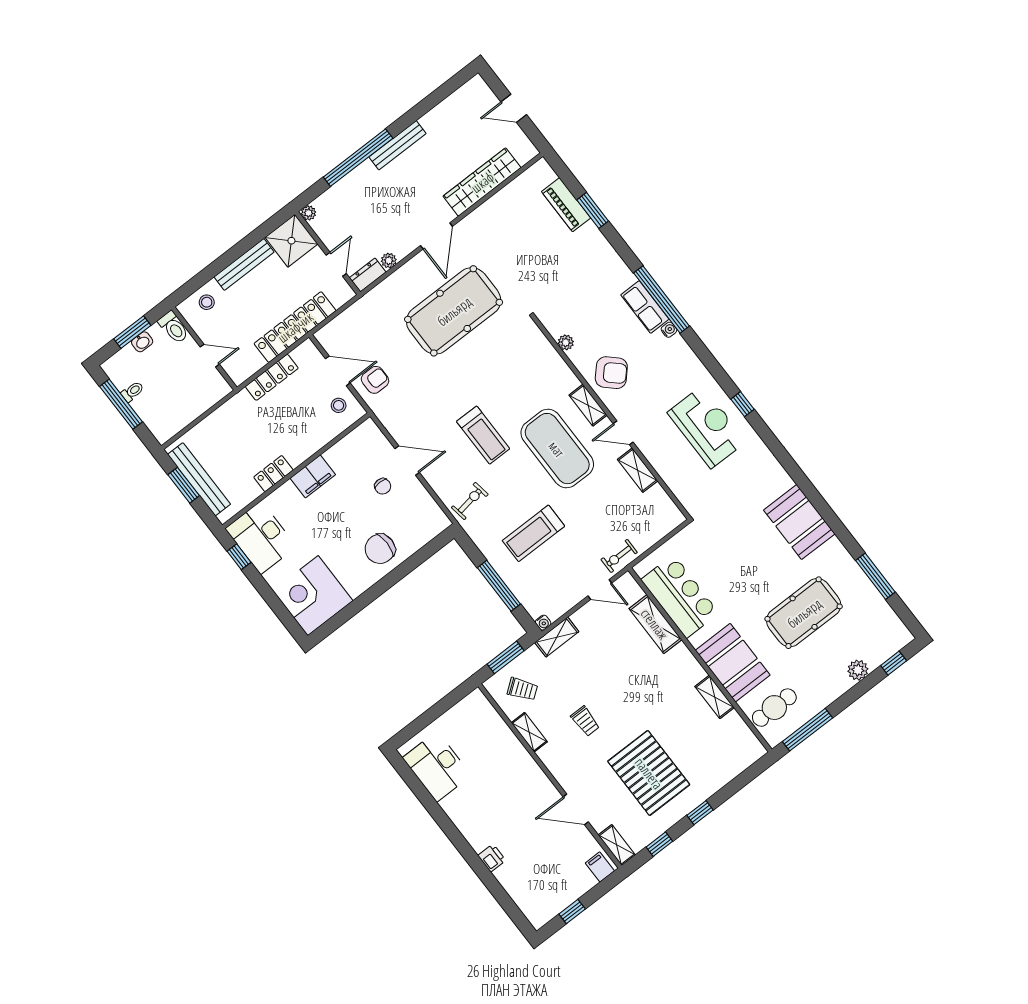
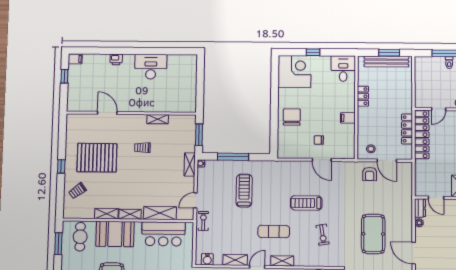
pool table: (454, 311) -> (373, 234), width x0.73, depth x0.76
locker: (295, 327) -> (422, 135), moved
door: (338, 371) -> (387, 161), hinge flipped
exercise mat: (557, 449) -> (274, 231), width x0.50, depth x0.69
door: (407, 461) -> (322, 160), hinge flipped
filing cabinet: (313, 476) -> (348, 118), width x0.50
exercise bike: (470, 501) -> (323, 235), moved
water cooler: (667, 509) -> (207, 259), added
desk: (261, 538) -> (343, 69), width x0.73
window: (239, 557) -> (313, 52), moved
trolley: (522, 689) -> (77, 191), moved
window: (807, 730) -> (58, 244), width x0.69
desk: (437, 766) -> (151, 67), moved
door: (576, 809) -> (107, 113), hinge flipped
window: (659, 844) -> (62, 138), removed
shelving: (617, 845) -> (130, 214), moved
filing cabinet: (600, 867) -> (75, 59), moved

